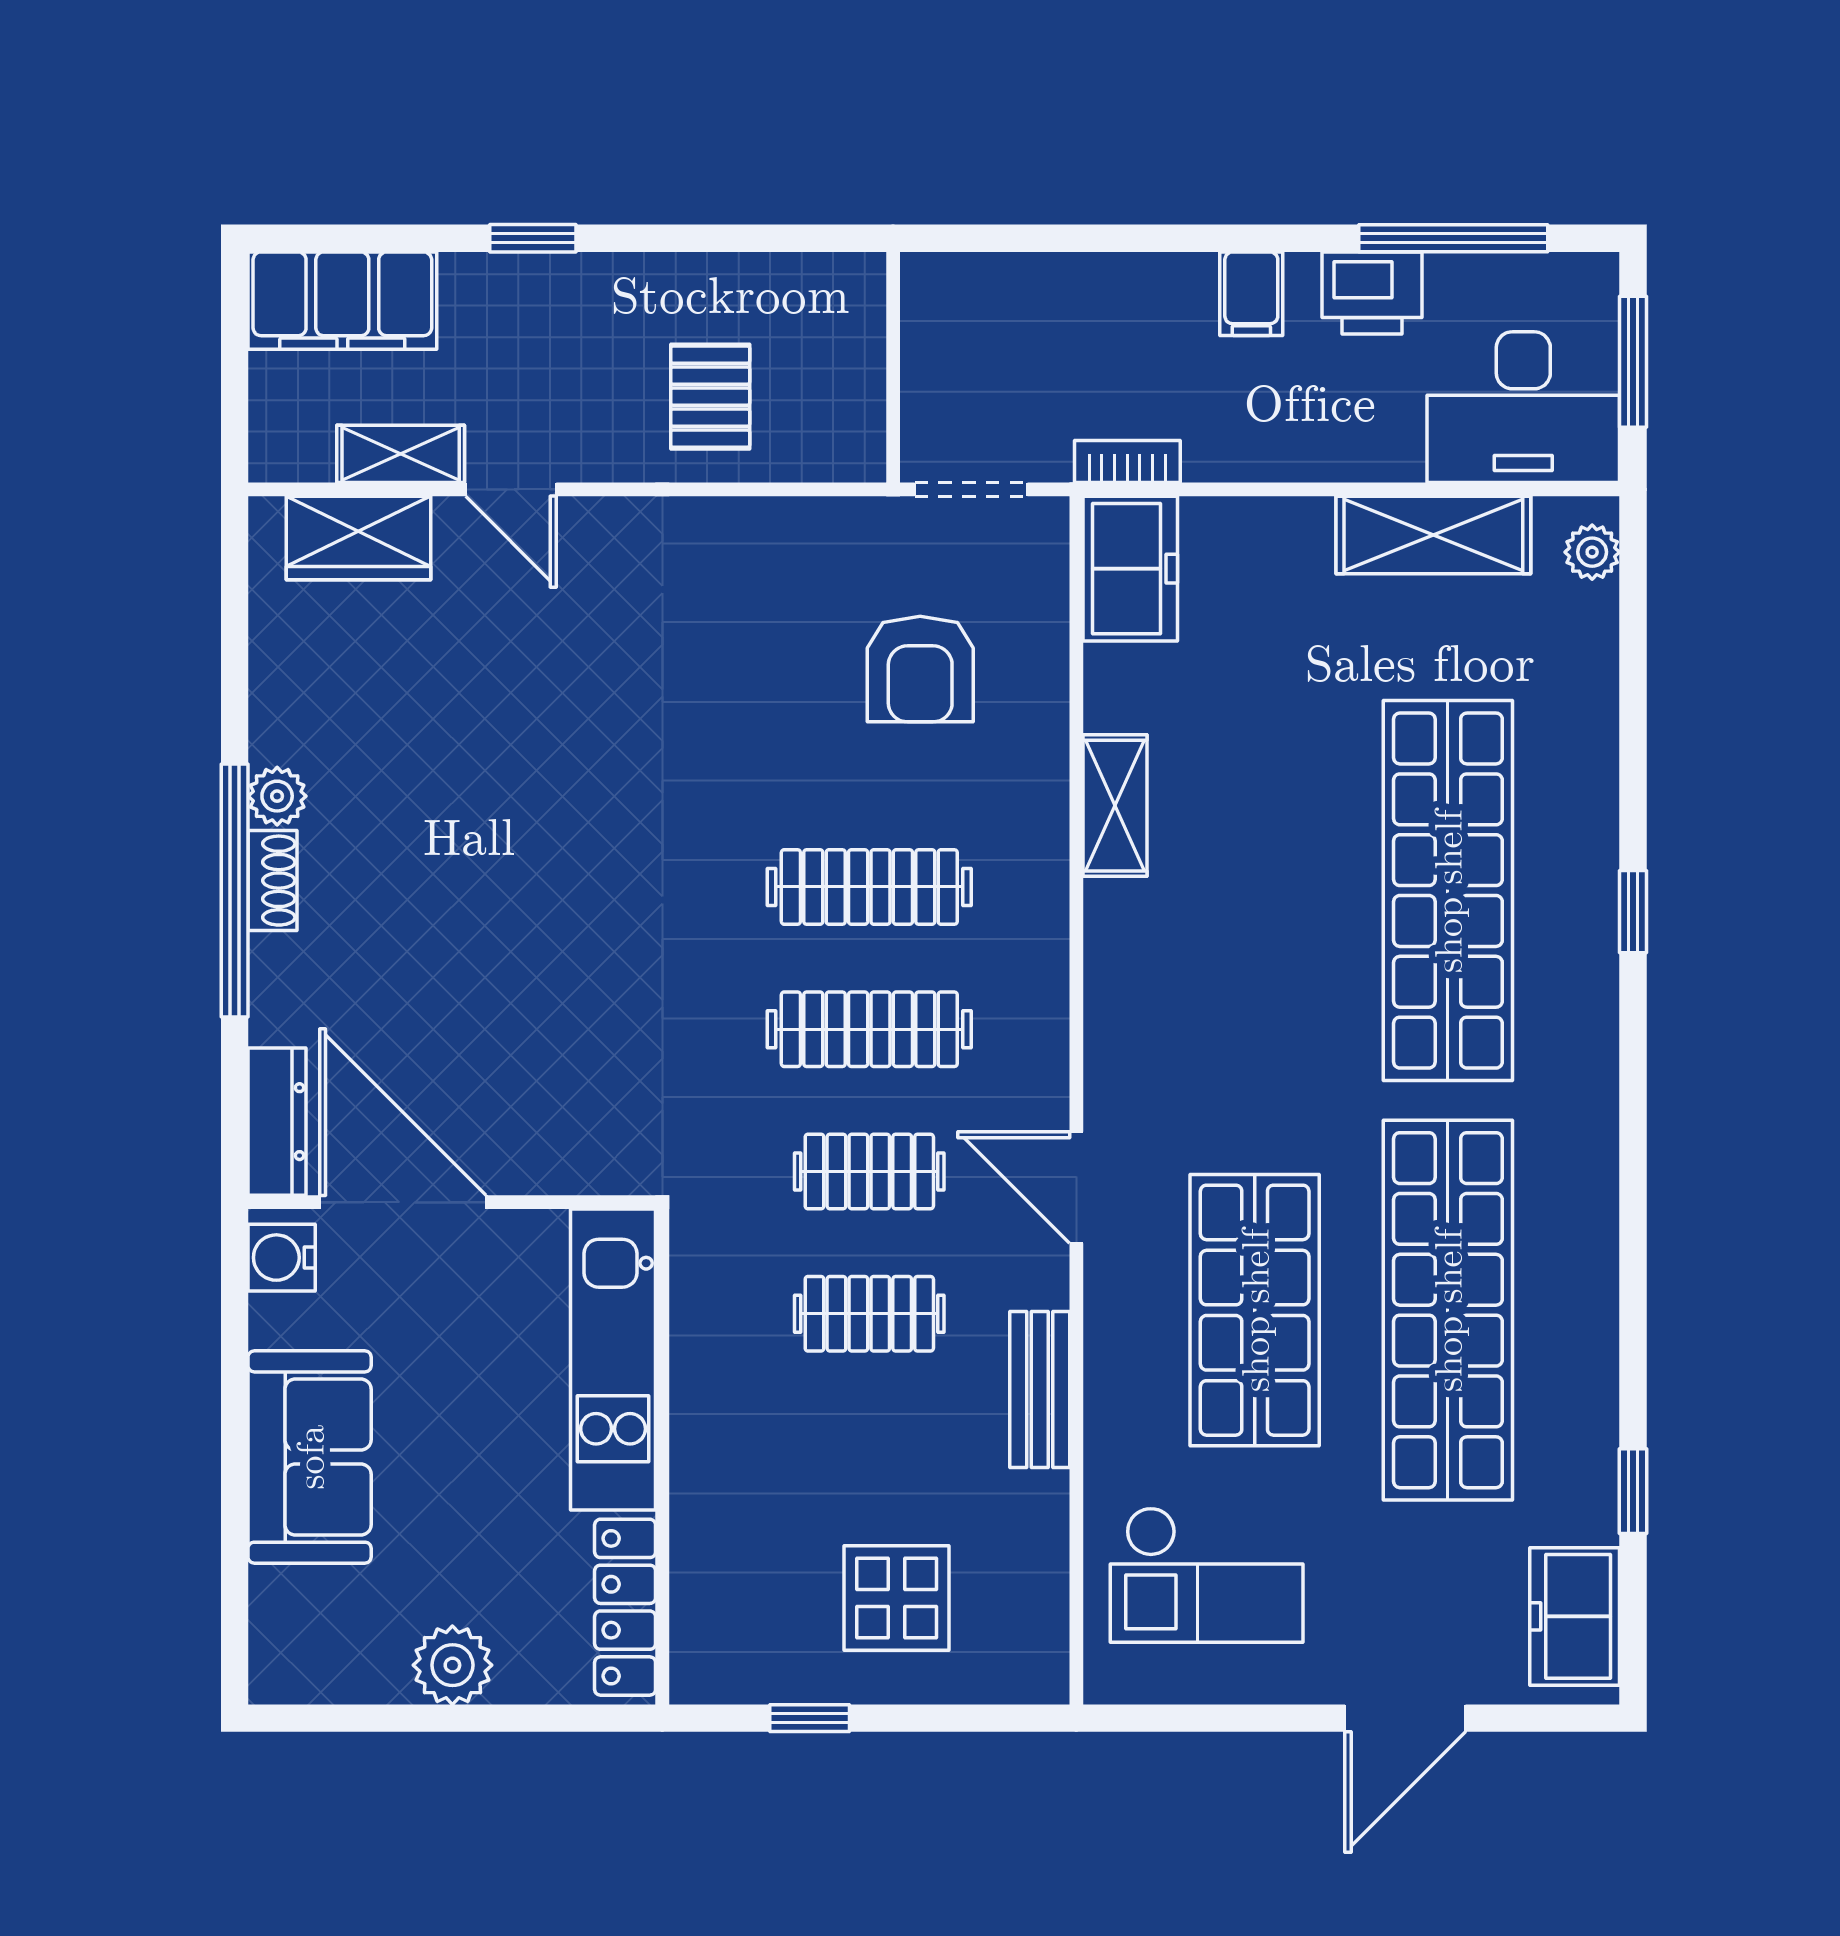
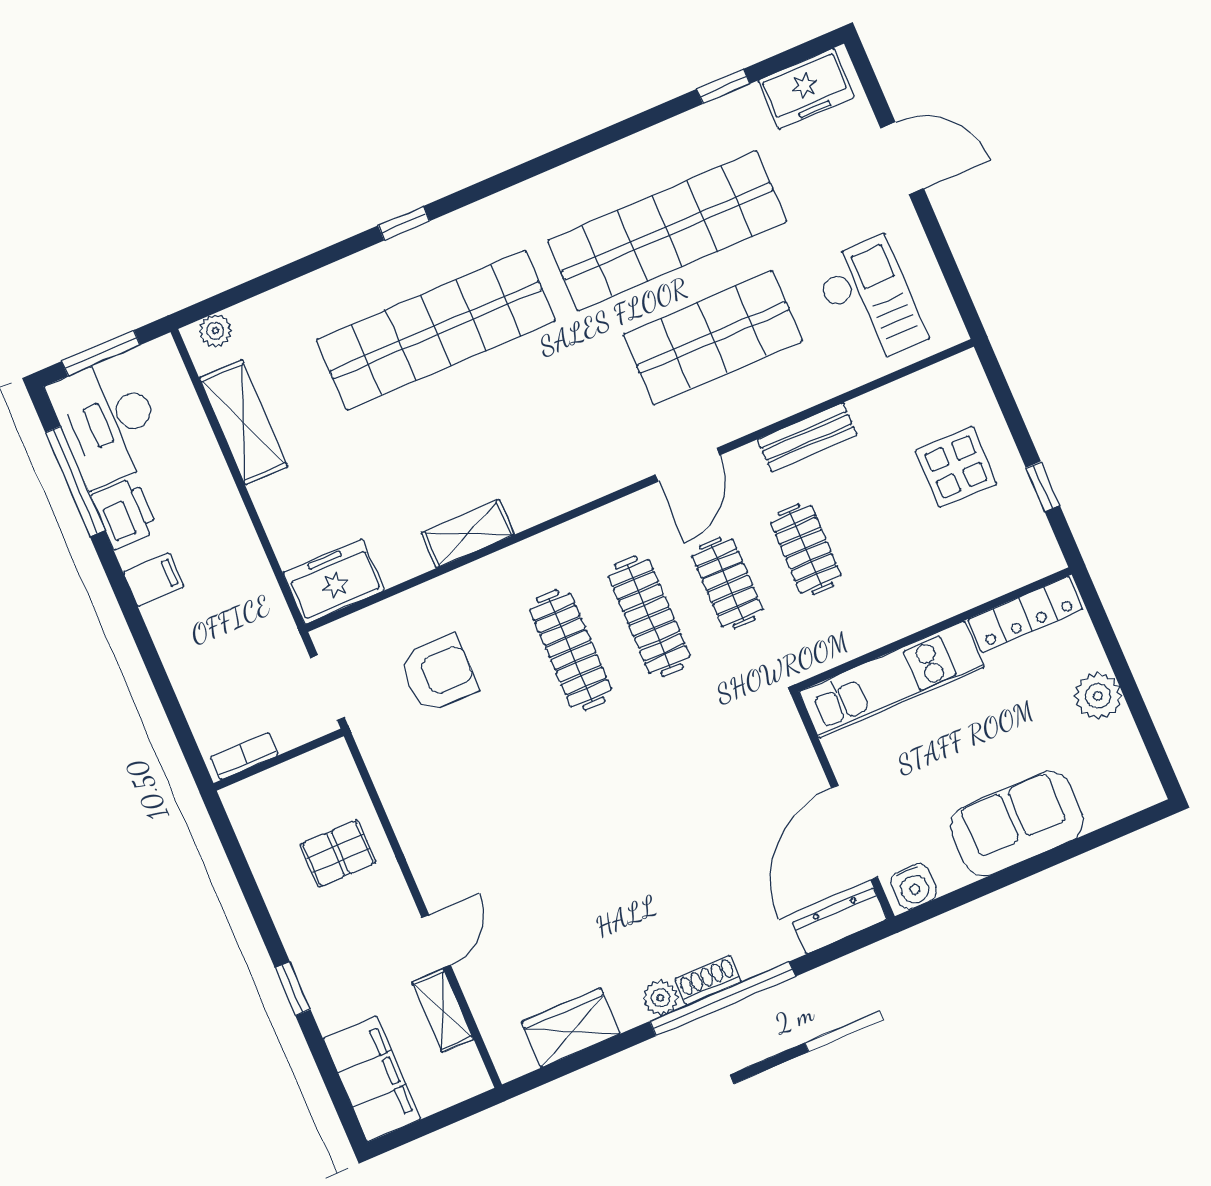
desk: (1523, 407) -> (108, 422), moved, turned 180
bookcase: (1127, 462) -> (244, 756), moved, turned 90
wardrobe: (359, 538) -> (571, 1028), moved, turned -90

